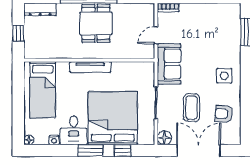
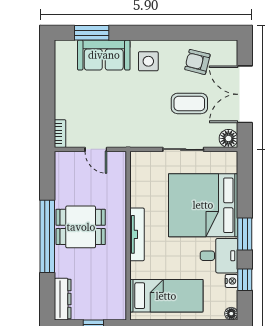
sofa: (169, 64) -> (104, 55), moved, turned 180
armchair: (224, 114) -> (197, 62), turned 100
window: (122, 150) -> (245, 280), moved

